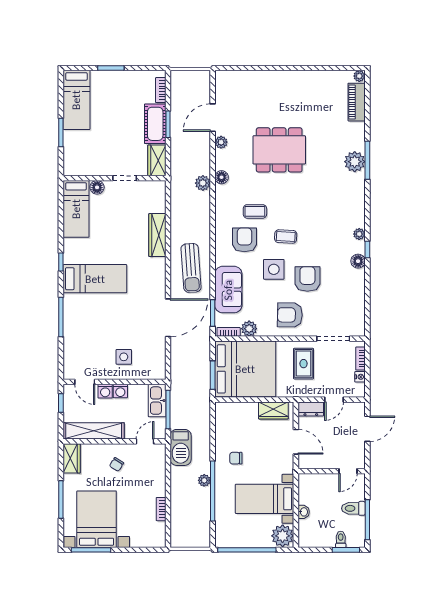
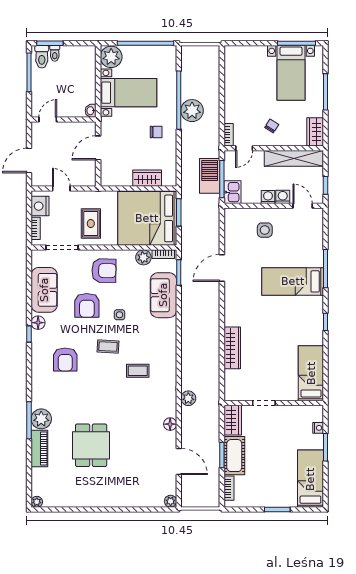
piano: (357, 102) -> (39, 449), moved
door: (213, 118) -> (179, 462), hinge flipped
plant: (221, 142) -> (171, 501), moved
dining table: (279, 150) -> (91, 445), moved, width x0.73
nightstand: (69, 152) -> (318, 428), added
floor lamp: (222, 177) -> (170, 424), moved
floor lamp: (97, 187) -> (291, 394), removed
plant: (359, 234) -> (37, 349), removed
armchair: (244, 240) -> (65, 359), moved
sun lounger: (191, 268) -> (200, 316), removed
side table: (274, 269) -> (120, 315), width x0.54, depth x0.54
bed: (95, 279) -> (293, 281), moved
sofa: (352, 295) -> (44, 290), added
door: (168, 318) -> (222, 268), width x0.73
nightstand: (360, 377) -> (40, 206), width x1.89, depth x1.79
door: (334, 400) -> (61, 189), hinge flipped
kitchen sink: (157, 401) -> (232, 192), width x0.73
dresser: (311, 409) -> (84, 180), removed
wardrobe: (273, 410) -> (147, 178), moved
door: (296, 442) -> (98, 148), hinge flipped
barbecue: (181, 447) -> (210, 176), moved
plant: (204, 480) -> (192, 111), width x1.88, depth x1.88
toilet: (353, 508) -> (42, 57), moved, turned 90
bookcase: (161, 509) -> (229, 135), moved
washbasin: (304, 512) -> (91, 111), moved
bed with nightstands: (97, 519) -> (291, 73), width x0.73

